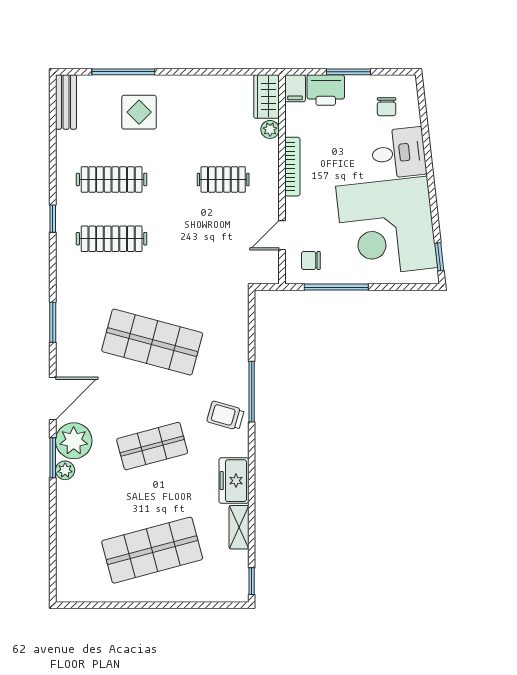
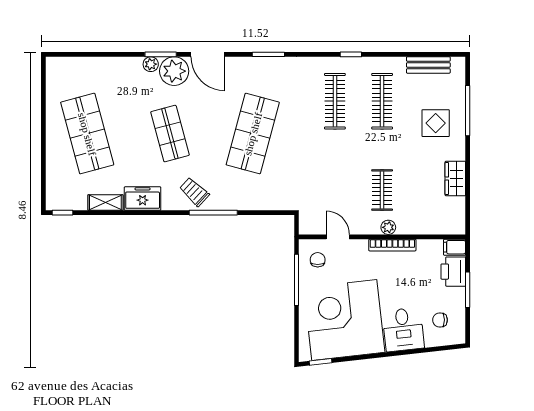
wardrobe: (266, 97) -> (455, 178), moved, turned -90
bench: (66, 102) -> (428, 65), moved
plant: (270, 129) -> (388, 227), moved
trolley: (225, 416) -> (194, 192), turned -63

